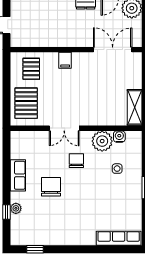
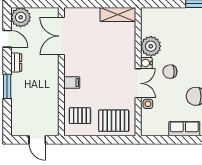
water cooler: (119, 137) -> (146, 63), moved
side table: (117, 169) -> (148, 104), moved

